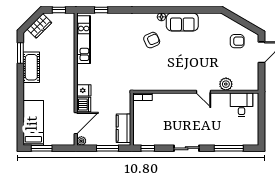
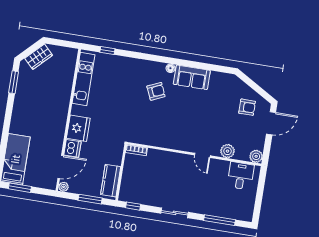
window: (59, 10) -> (62, 43), removed
cot: (31, 67) -> (23, 100), removed
plant: (253, 85) -> (256, 156), added
fridge: (84, 90) -> (78, 128), width x1.88, depth x1.34

